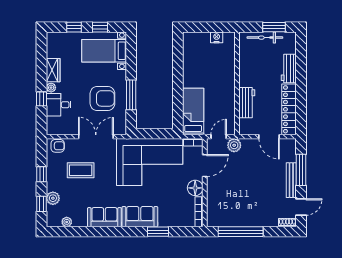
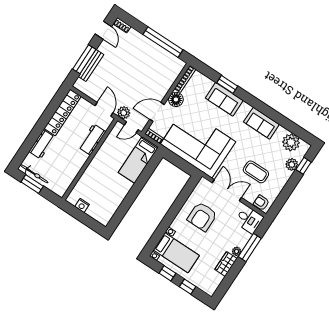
bicycle: (265, 38) -> (34, 174), moved
window: (131, 95) -> (178, 205), removed
armchair: (102, 98) -> (202, 217), turned -90
window: (41, 99) -> (250, 247), width x2.17
desk: (59, 105) -> (249, 220), moved
double door: (96, 137) -> (227, 190), swing flipped
door: (269, 137) -> (104, 109), moved
window: (41, 174) -> (288, 189), removed
bench: (291, 180) -> (91, 65), moved
door: (301, 207) -> (103, 30), swing flipped
sofa: (140, 217) -> (224, 99), moved
plant: (67, 222) -> (291, 142), width x1.88, depth x1.88

